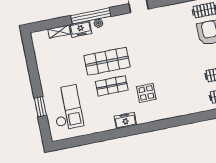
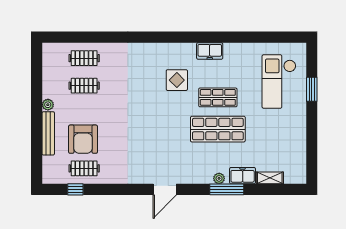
window: (91, 16) -> (227, 189), width x0.68

